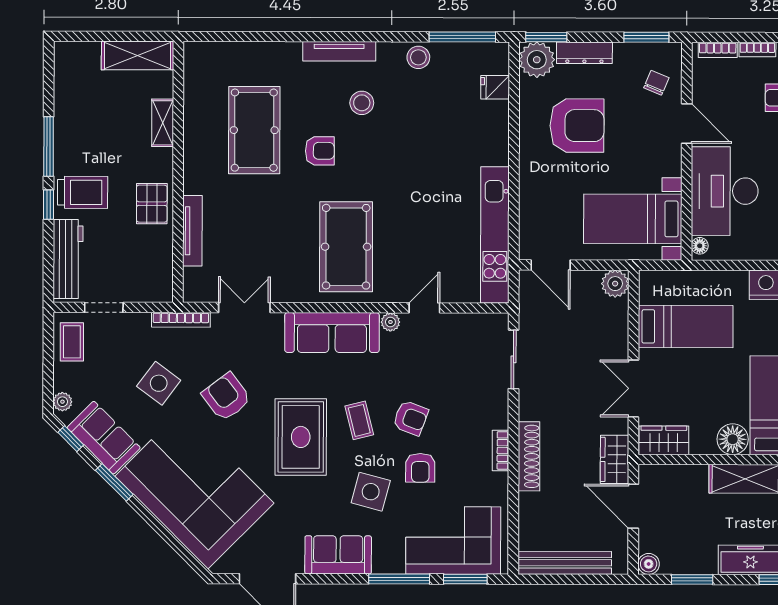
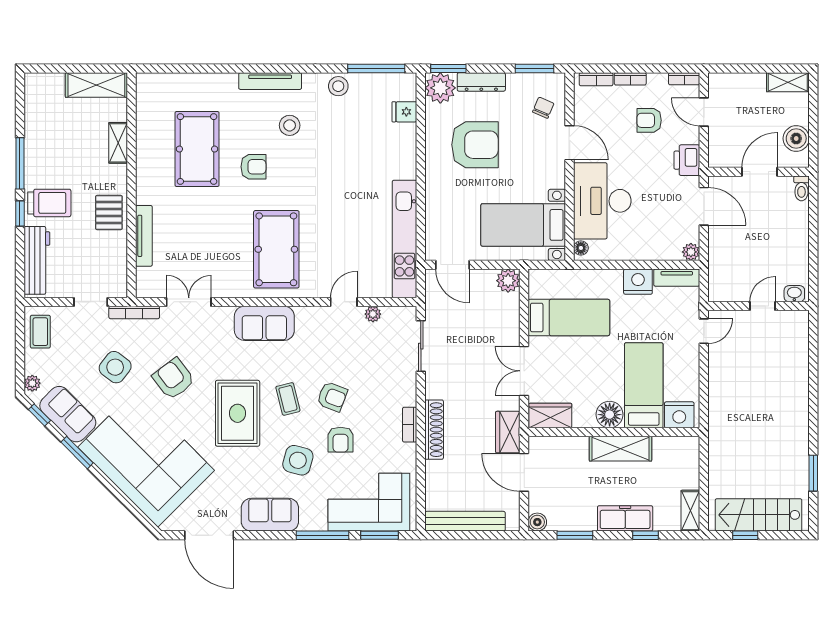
doorway: (104, 307) -> (91, 302), moved
plant: (390, 322) -> (373, 314), moved
sofa: (332, 333) -> (264, 323), width x0.73

